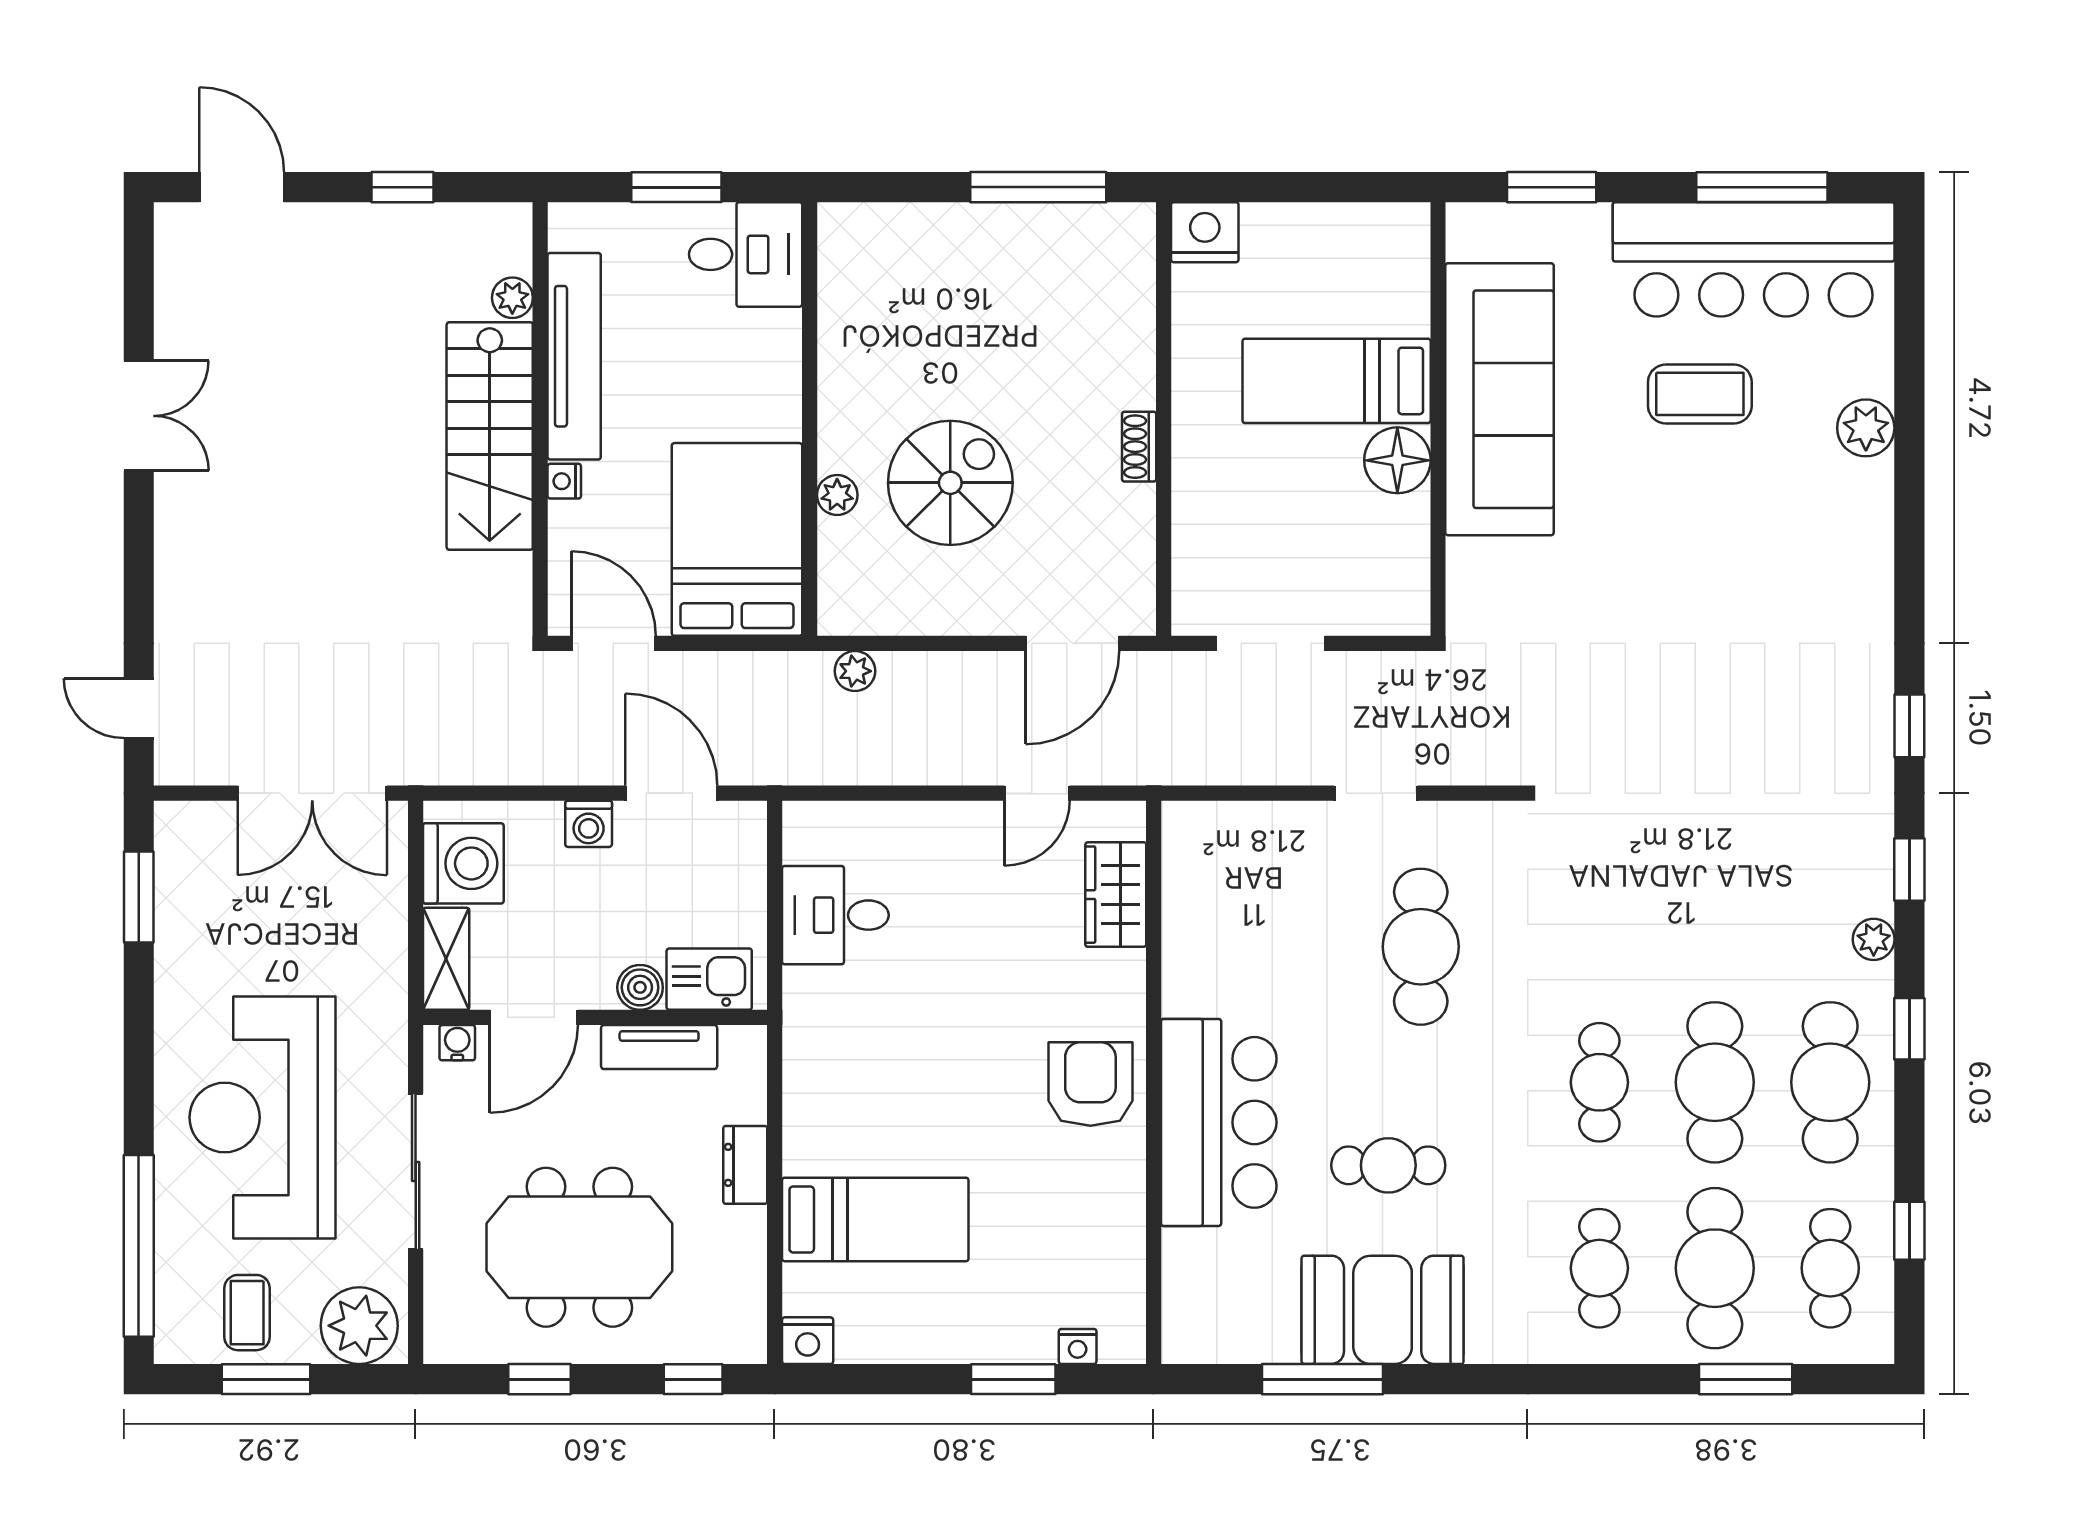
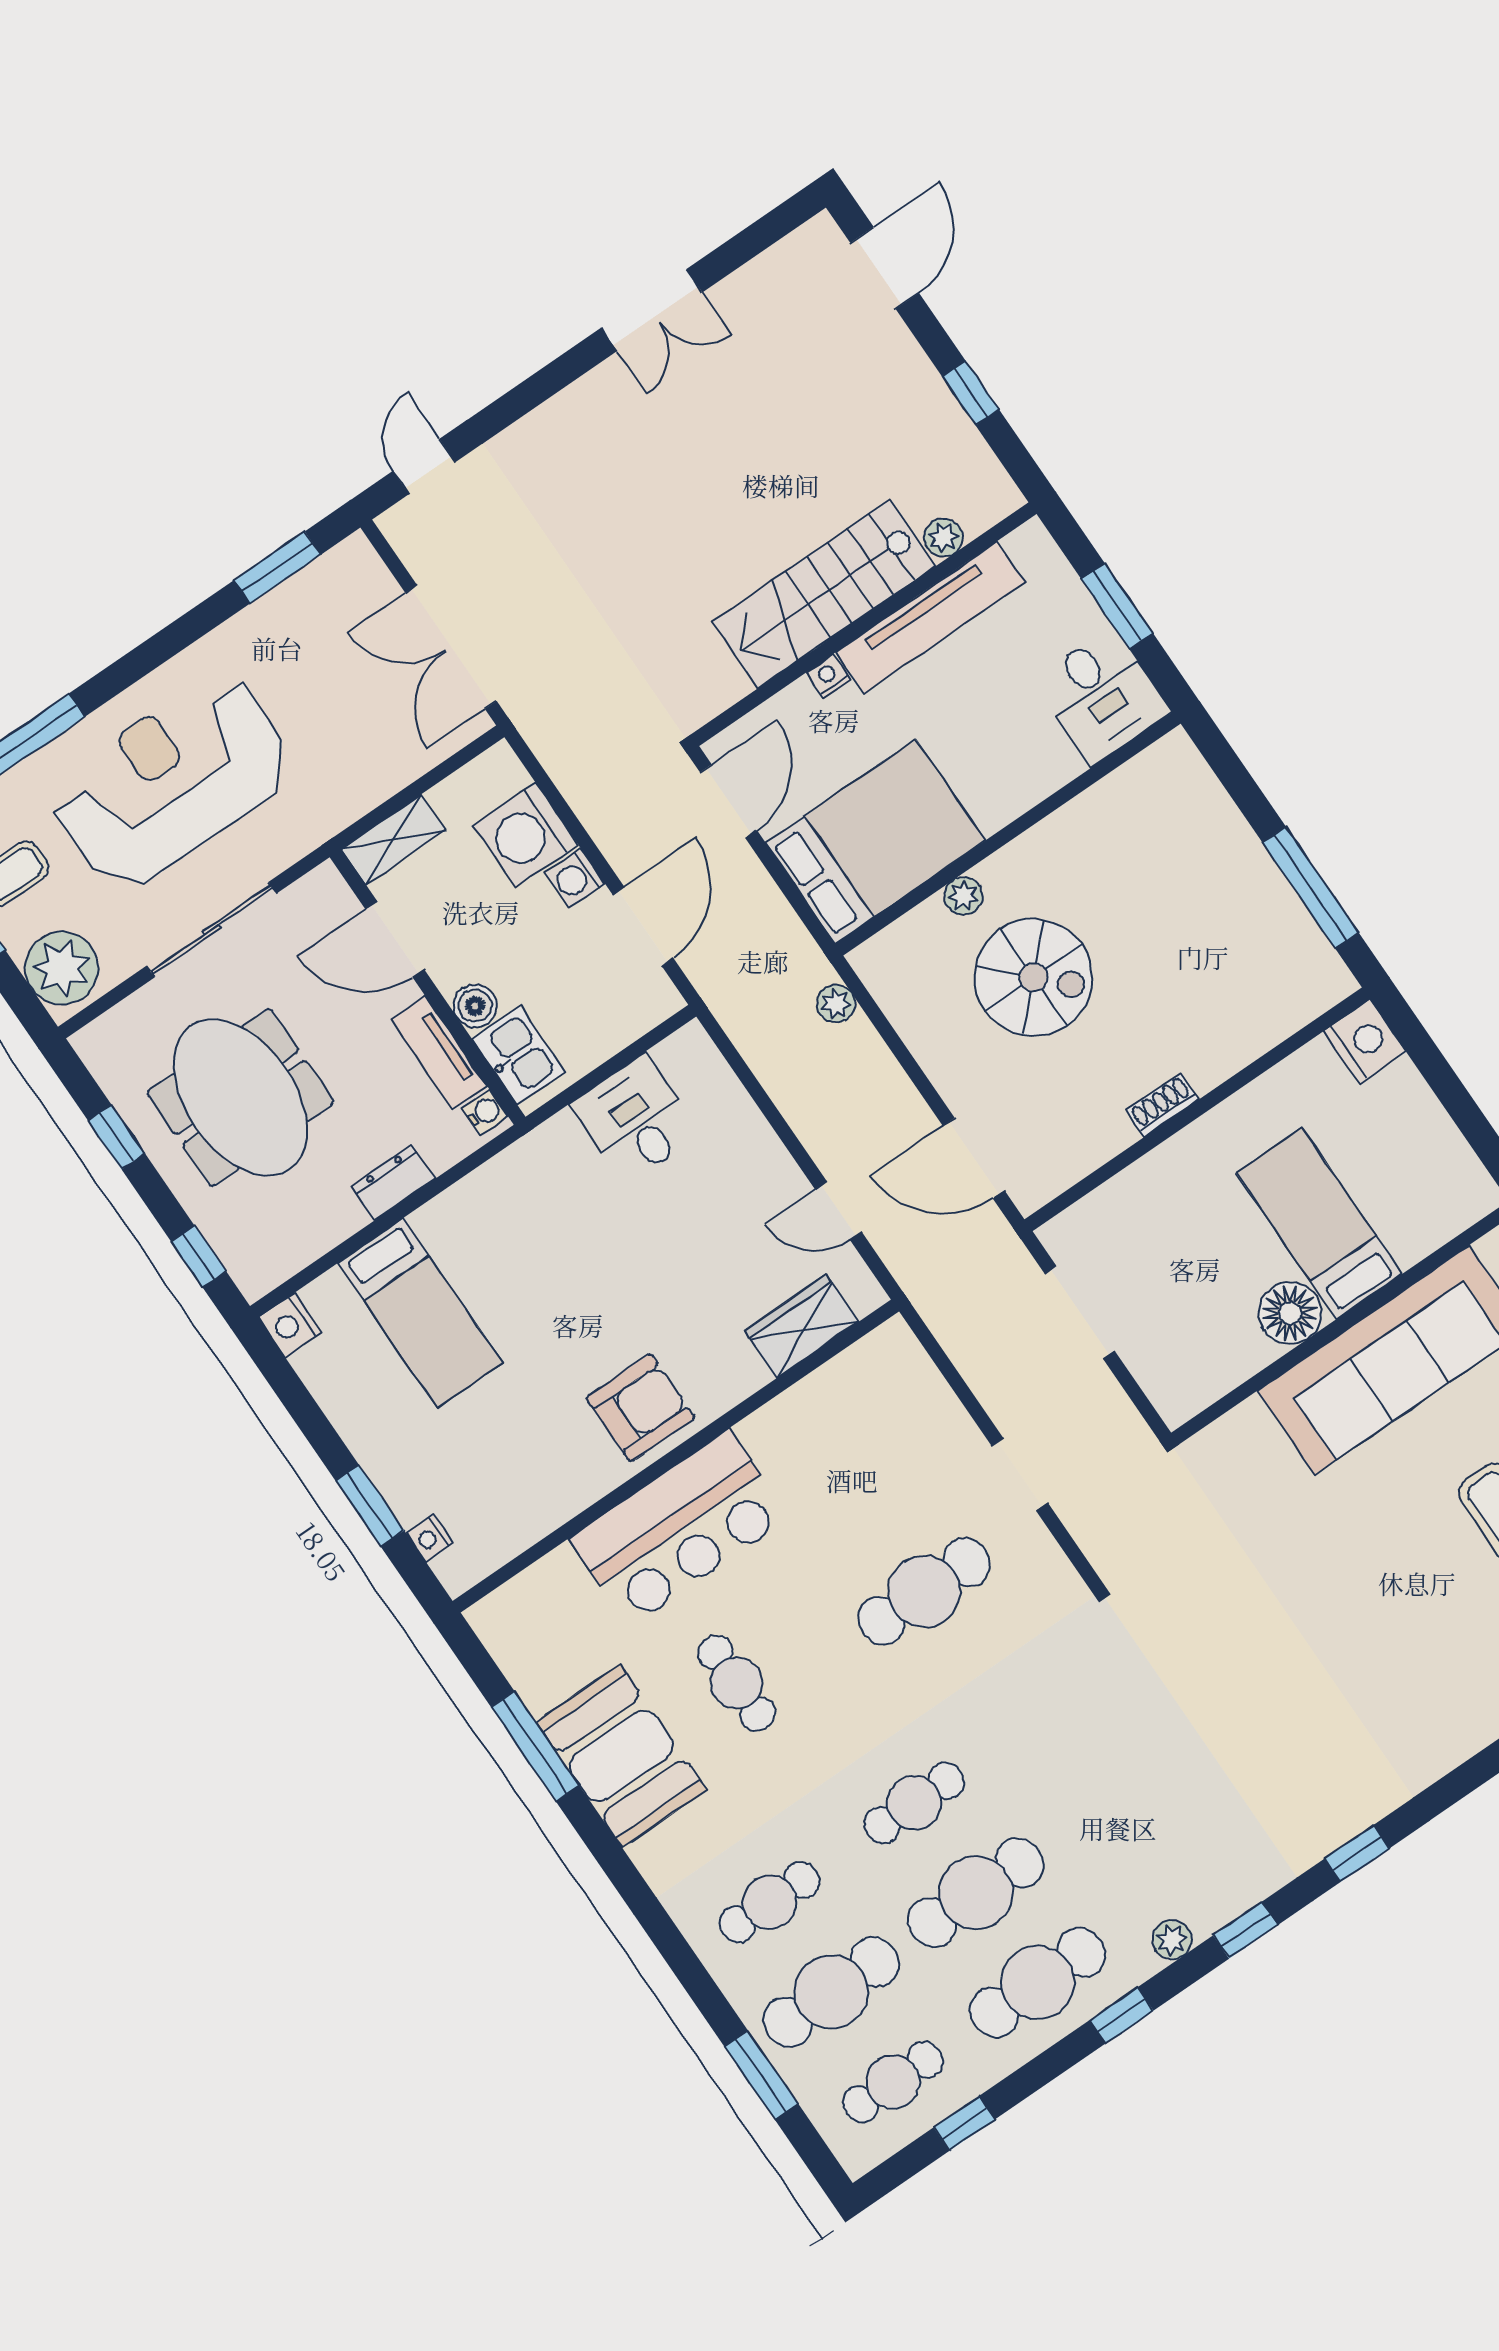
washing machine: (463, 863) -> (525, 835), moved, turned 90
water cooler: (457, 1043) -> (485, 1112), moved

